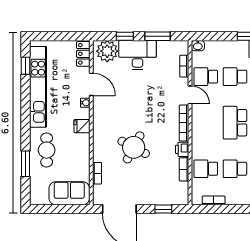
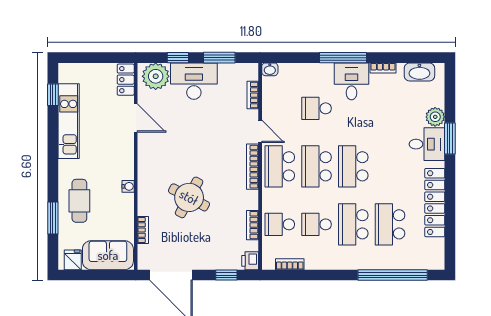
school desk: (206, 77) -> (280, 166), moved, width x1.85
kitchen unit: (38, 87) -> (69, 121), width x0.73
water cooler: (85, 103) -> (128, 186), moved
fridge: (82, 126) -> (73, 260), moved, turned 90
printer: (182, 149) -> (250, 261), moved

